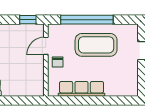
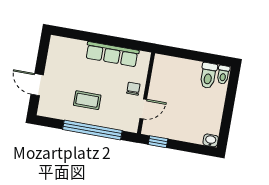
coffee table: (96, 45) -> (87, 100), width x0.54, depth x0.58

